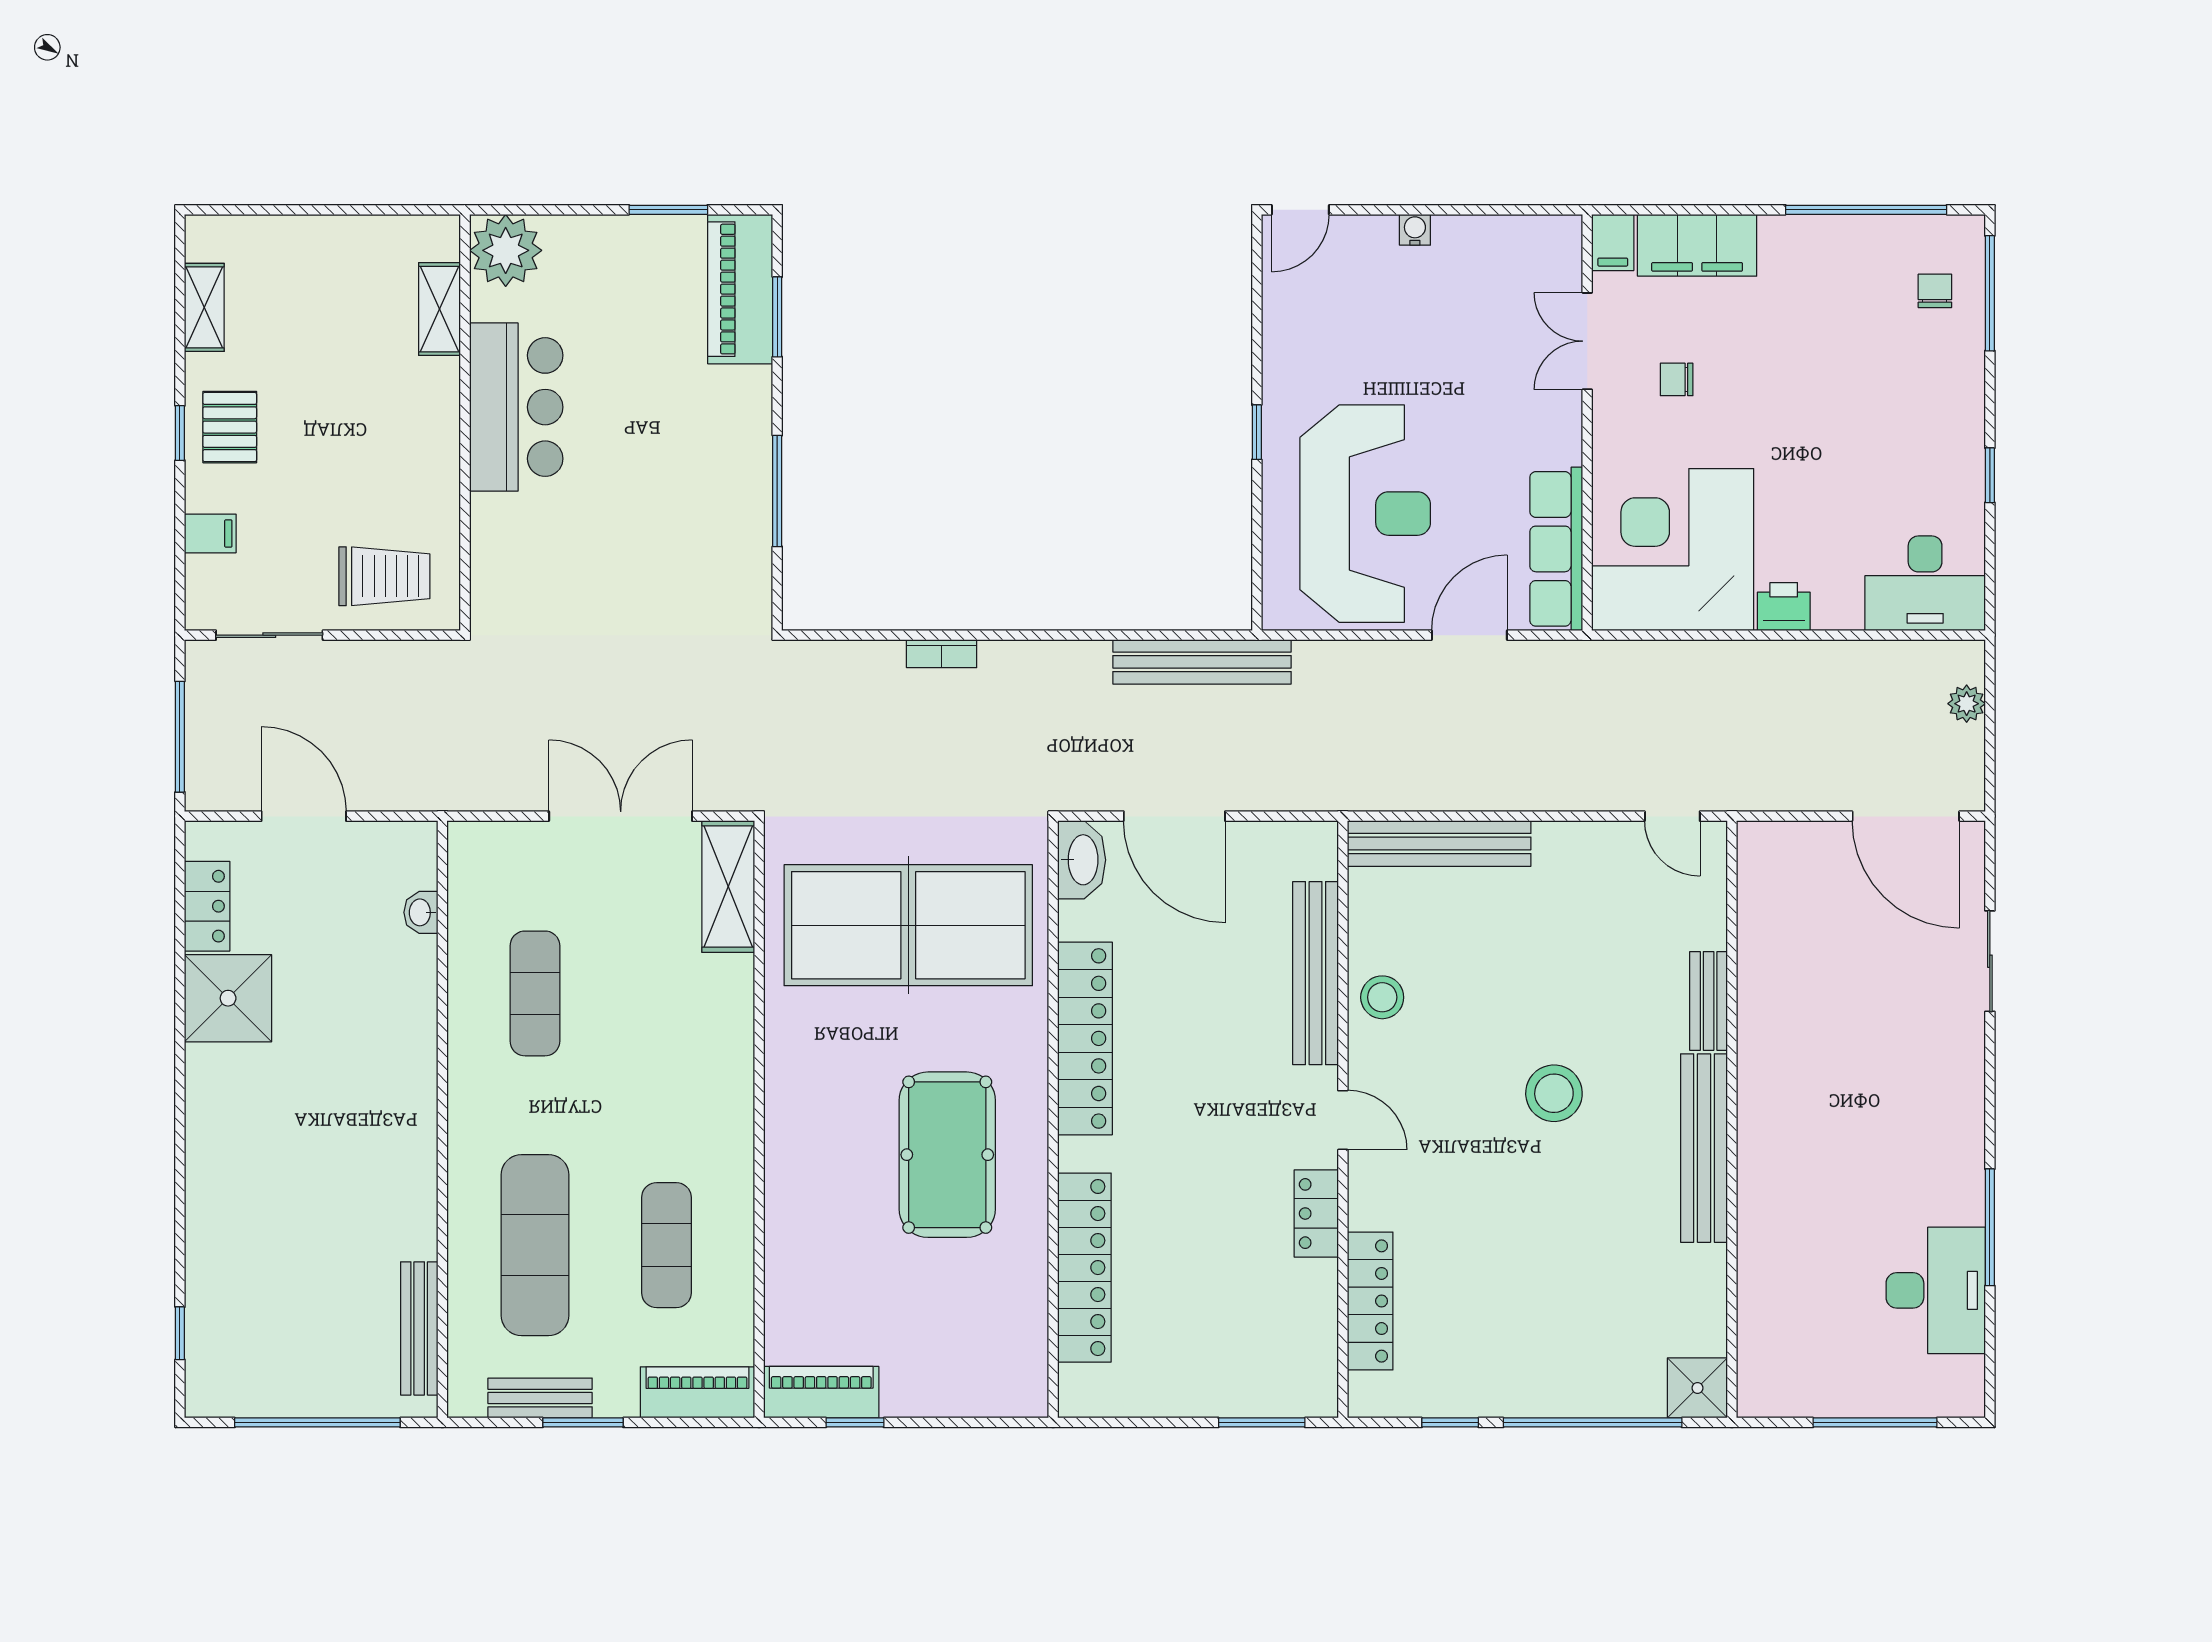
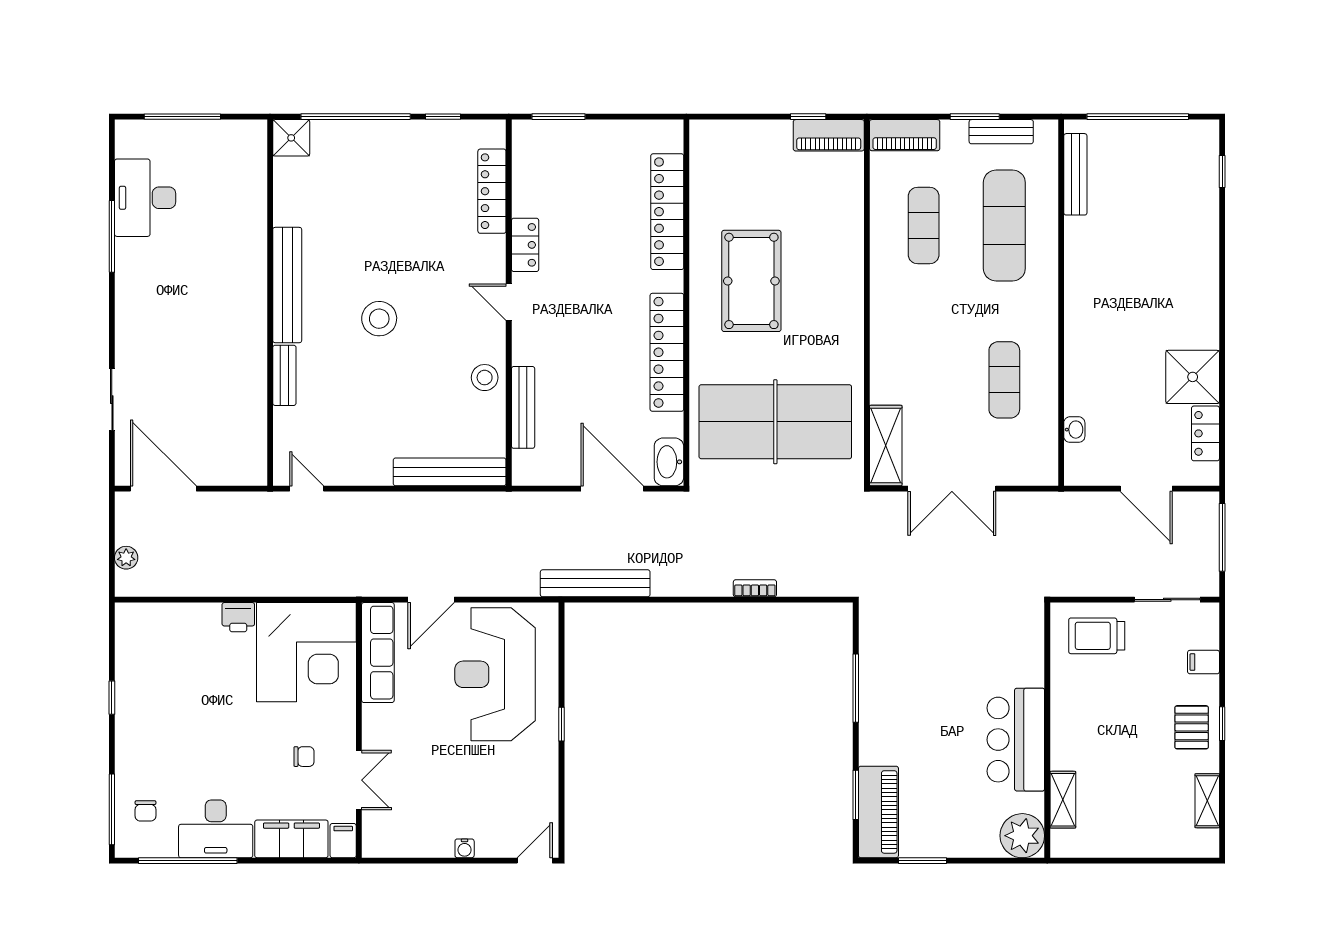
desk: (1925, 583) -> (216, 829), moved, turned 180
bench: (1316, 973) -> (523, 407), width x0.73, depth x0.82

